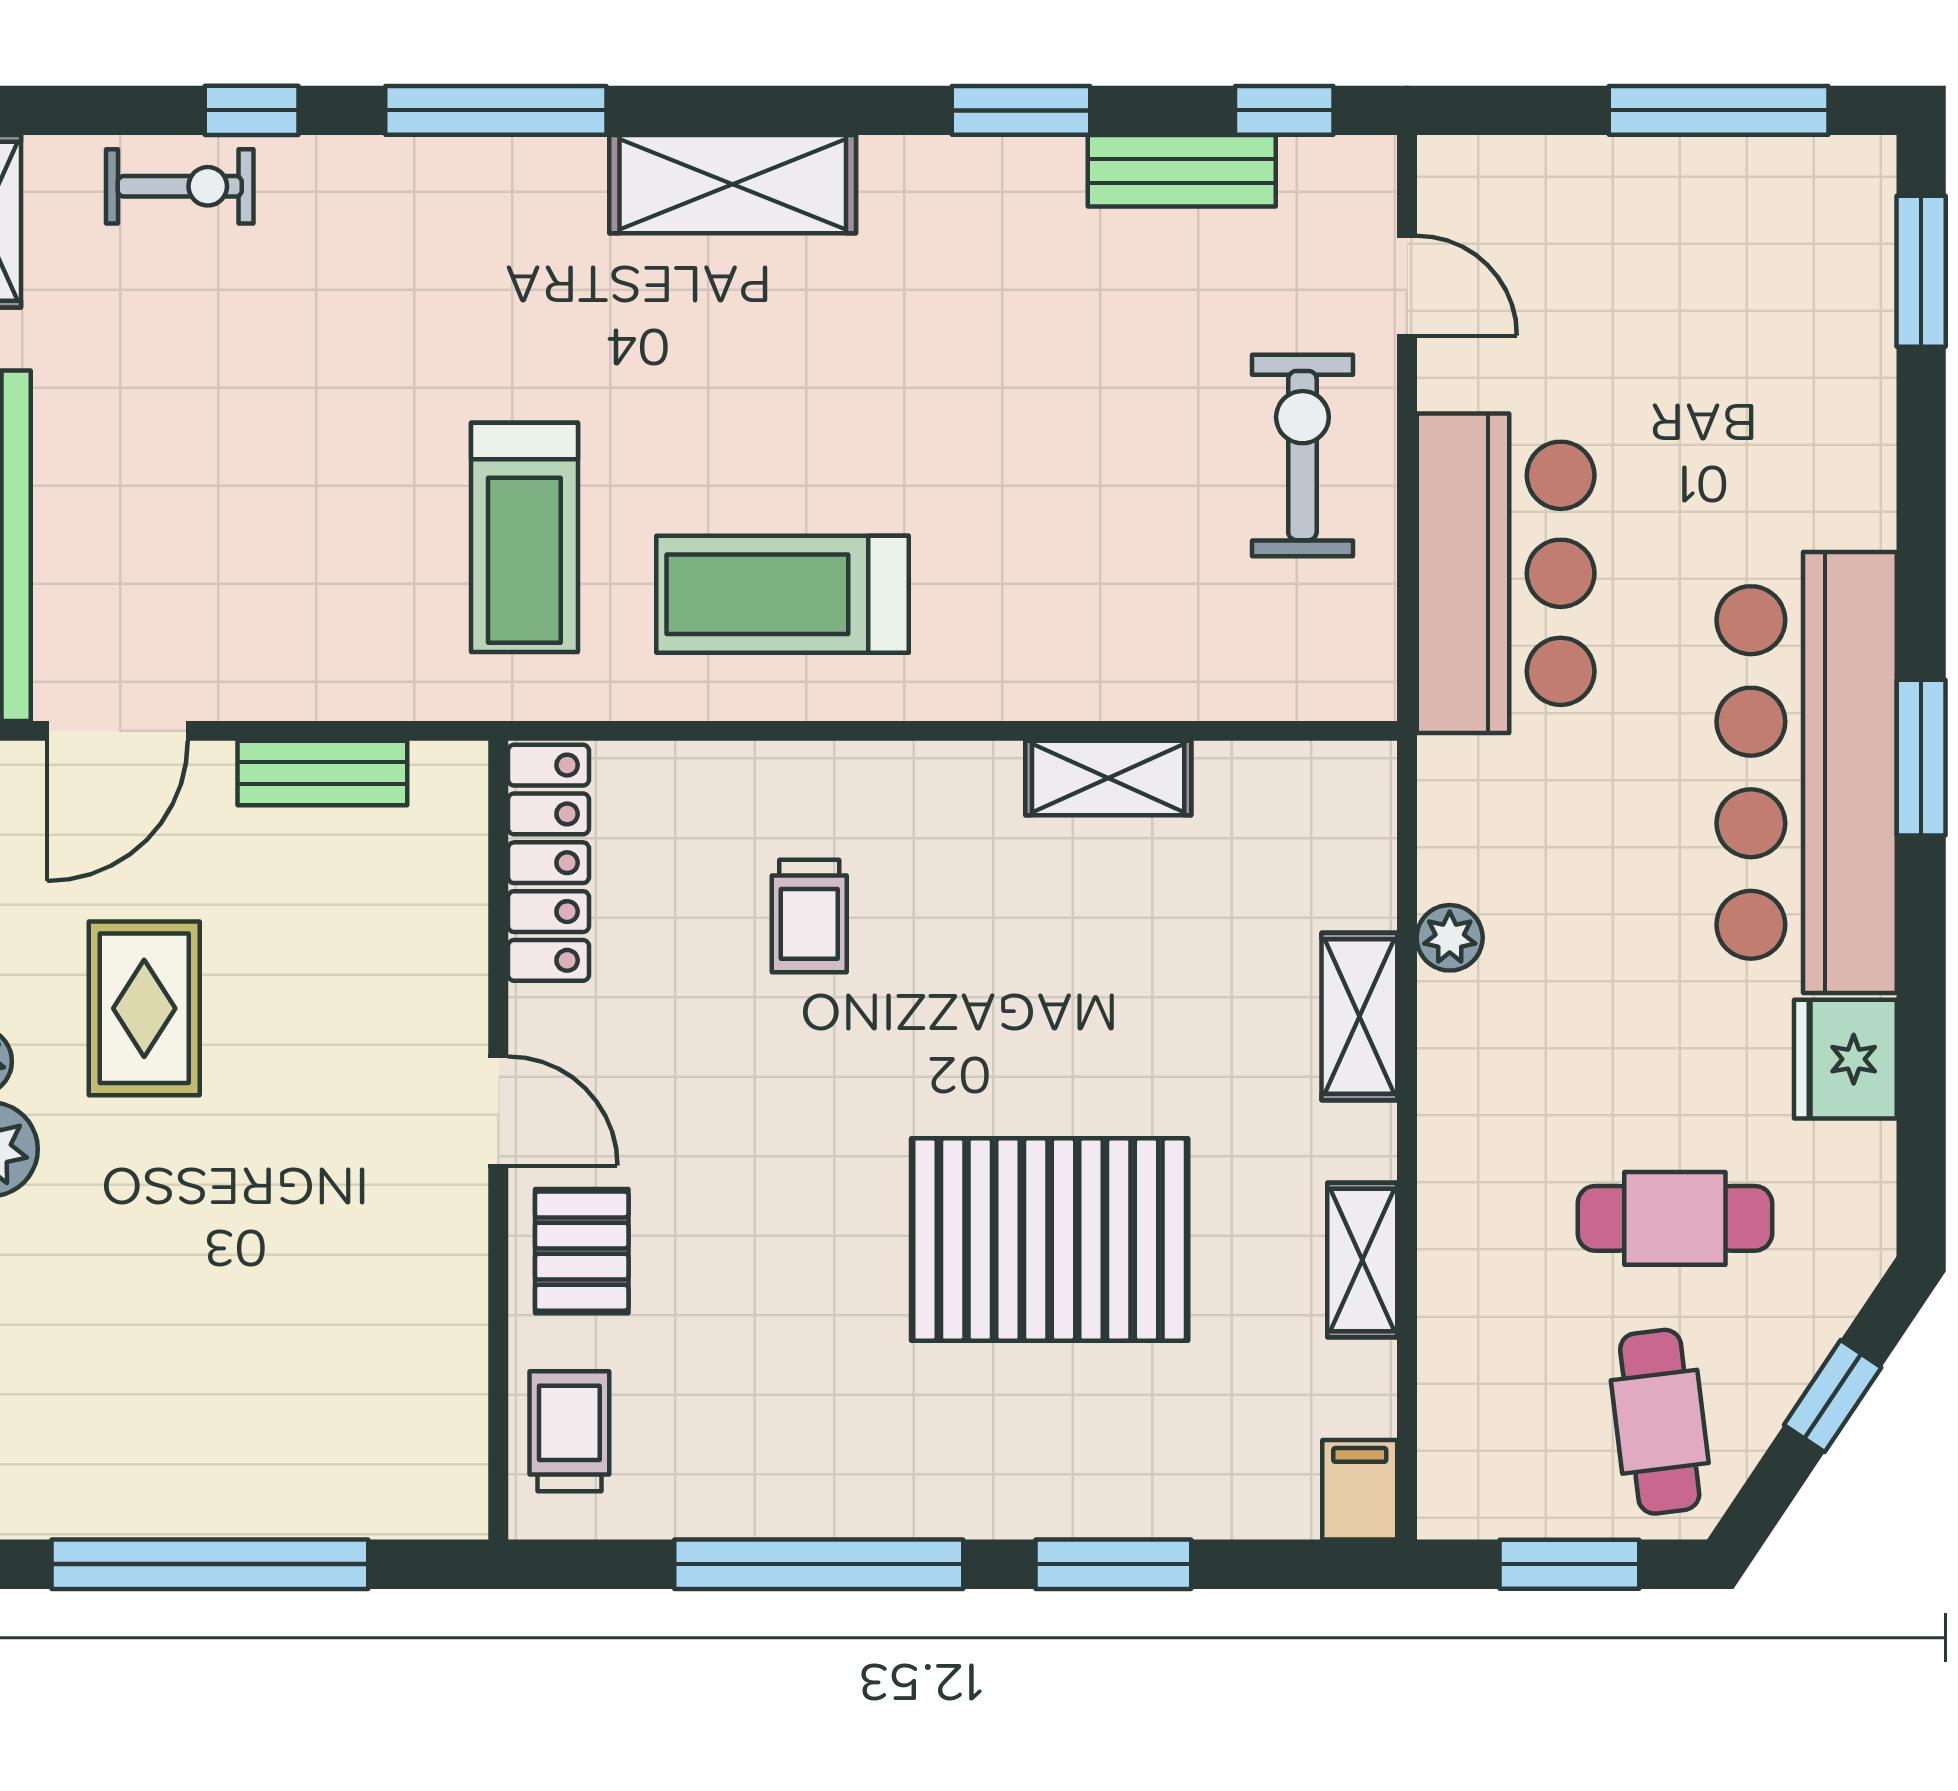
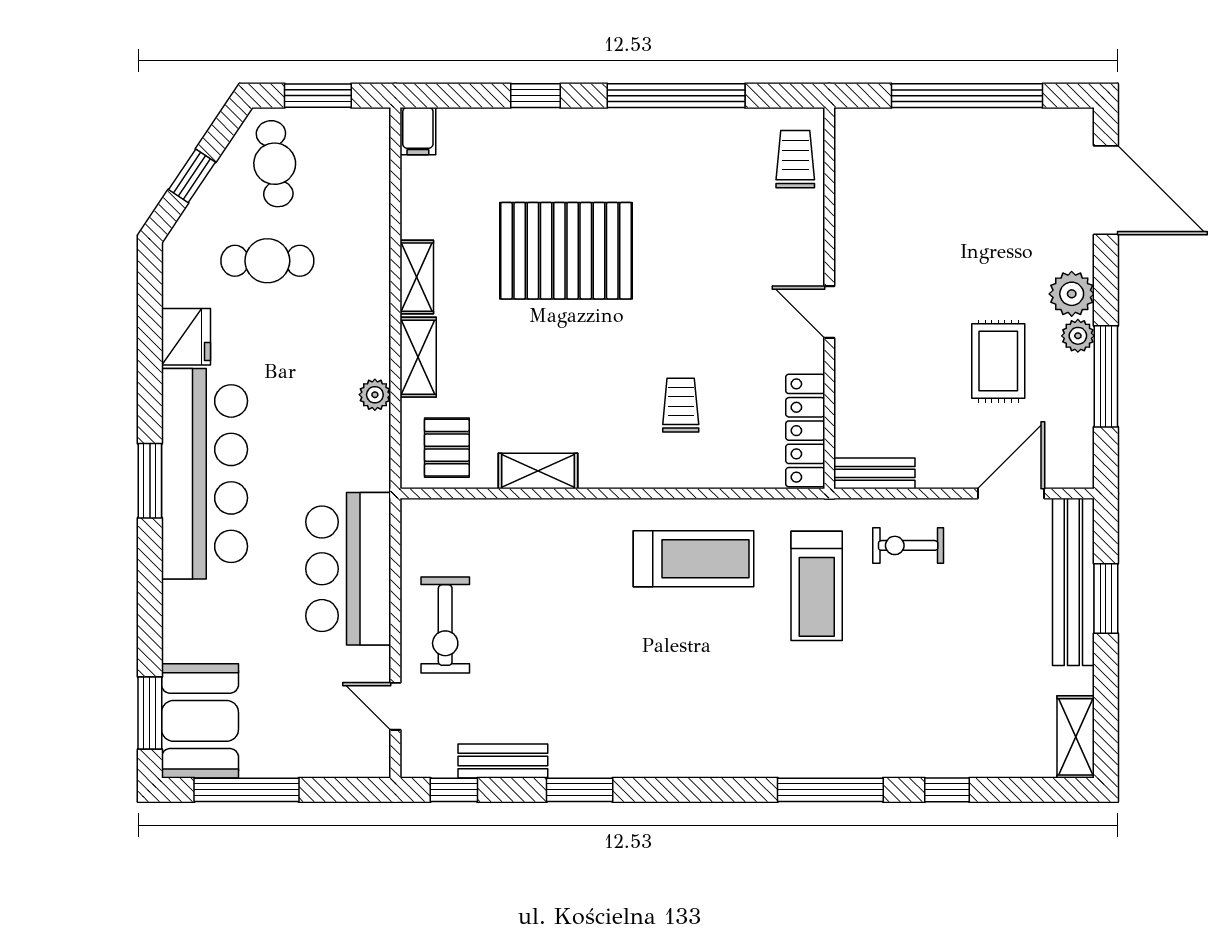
shelving: (733, 184) -> (717, 755), removed
exercise bike: (180, 186) -> (908, 545), moved
booth: (1816, 255) -> (200, 721), added
treadmill: (524, 537) -> (817, 586), turned 180
bench: (322, 773) -> (874, 473), moved
pallet: (582, 1251) -> (447, 448), moved
shelving: (1362, 1260) -> (417, 277), moved
trolley: (569, 1431) -> (795, 159), turned 180
window: (1113, 1564) -> (535, 96), width x0.67

